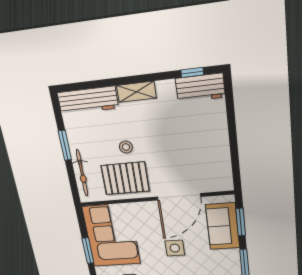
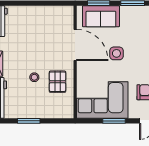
bicycle: (82, 173) -> (51, 113), removed
pallet: (125, 178) -> (58, 82), width x0.67, depth x0.71

